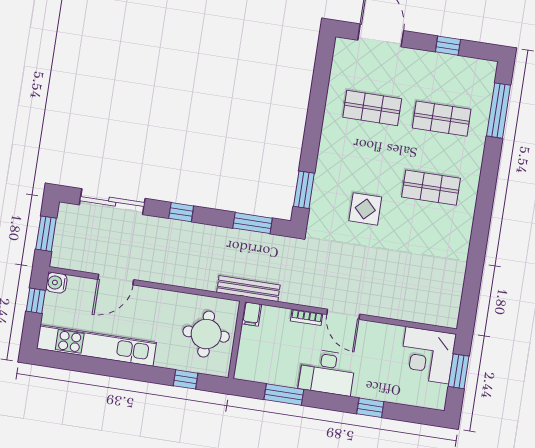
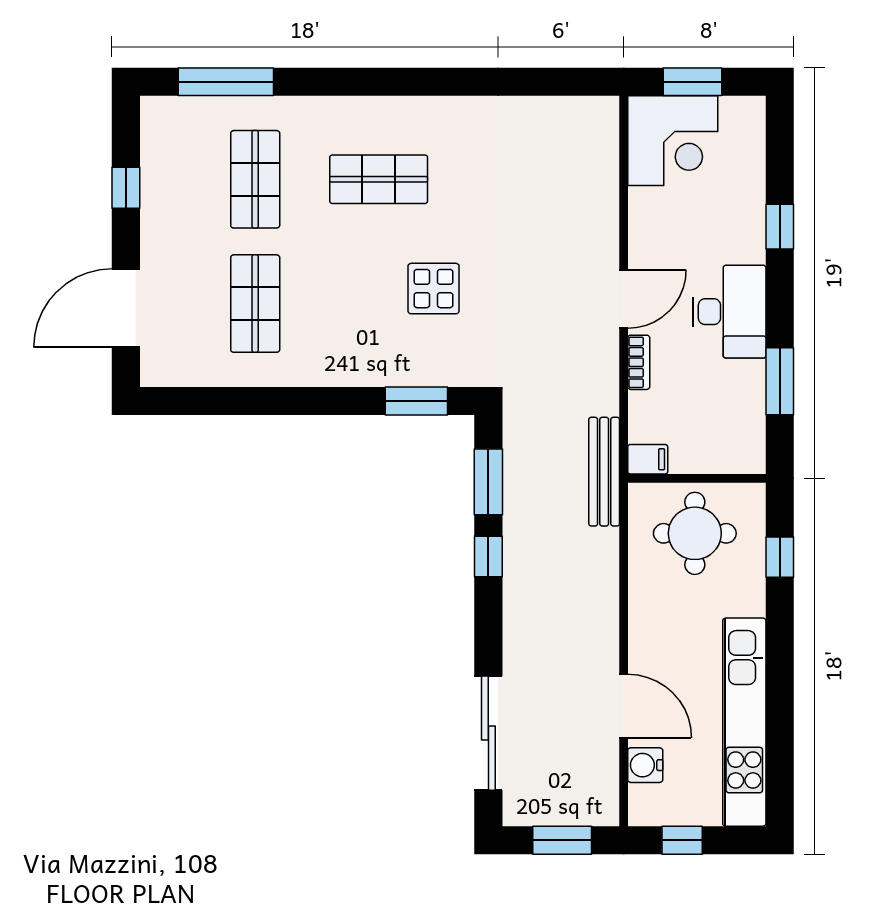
shop shelf: (431, 188) -> (379, 179), turned 90
window: (181, 212) -> (488, 557), moved
water cooler: (56, 283) -> (645, 765), moved, turned 90

